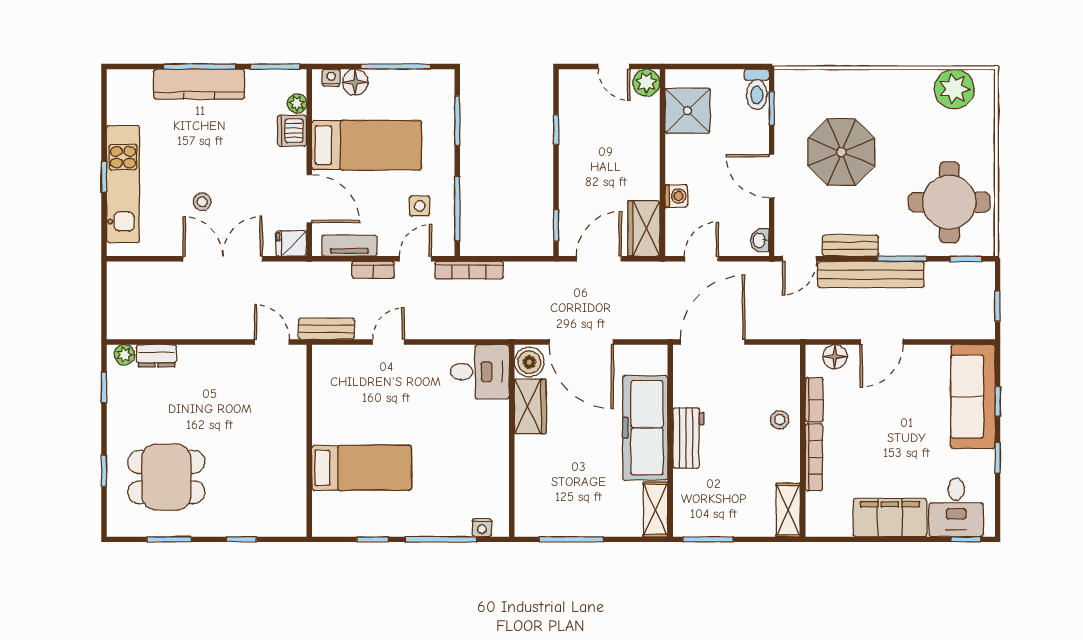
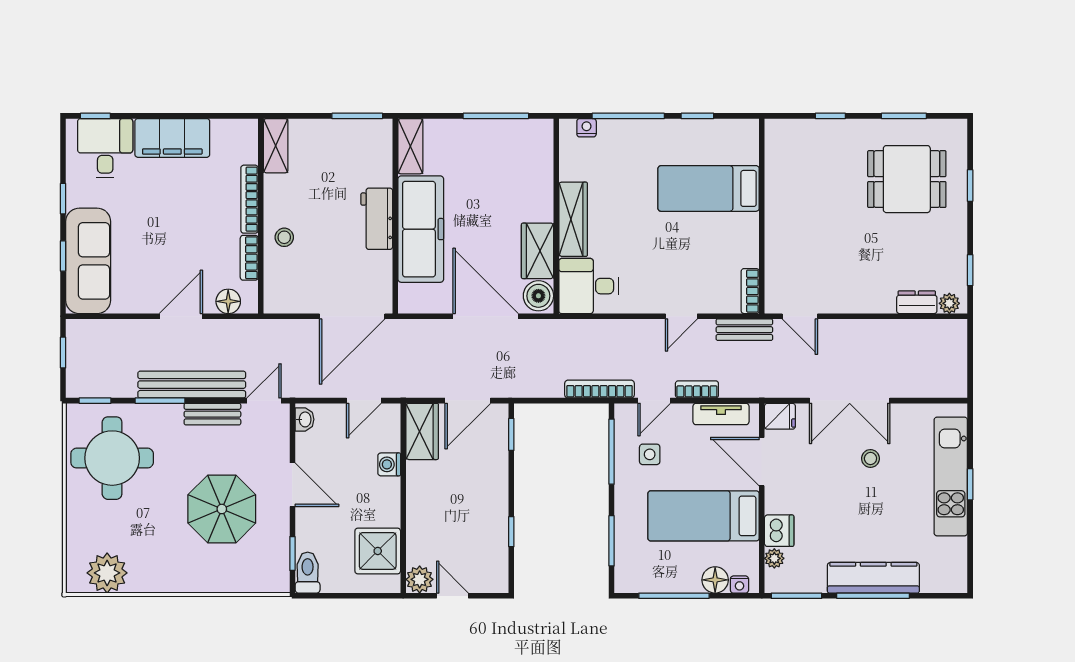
bookcase: (321, 367) -> (750, 291), added
wardrobe: (495, 438) -> (573, 219), added

